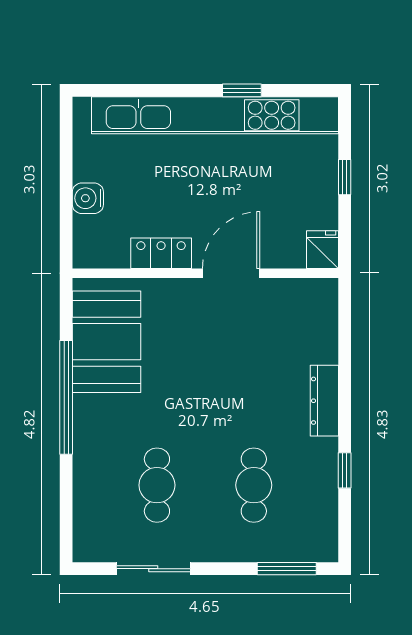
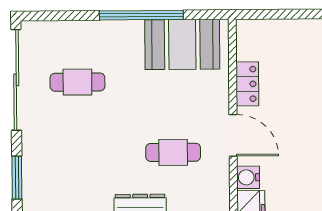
water cooler: (88, 198) -> (248, 177), moved, turned -90
cafe table: (254, 485) -> (173, 152), moved
sliding door: (153, 569) -> (16, 80), width x1.86

